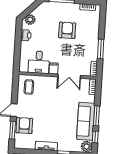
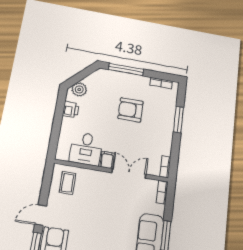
armchair: (67, 30) -> (130, 110), turned -90
window: (101, 49) -> (178, 119), moved
double door: (69, 76) -> (129, 173), swing flipped

